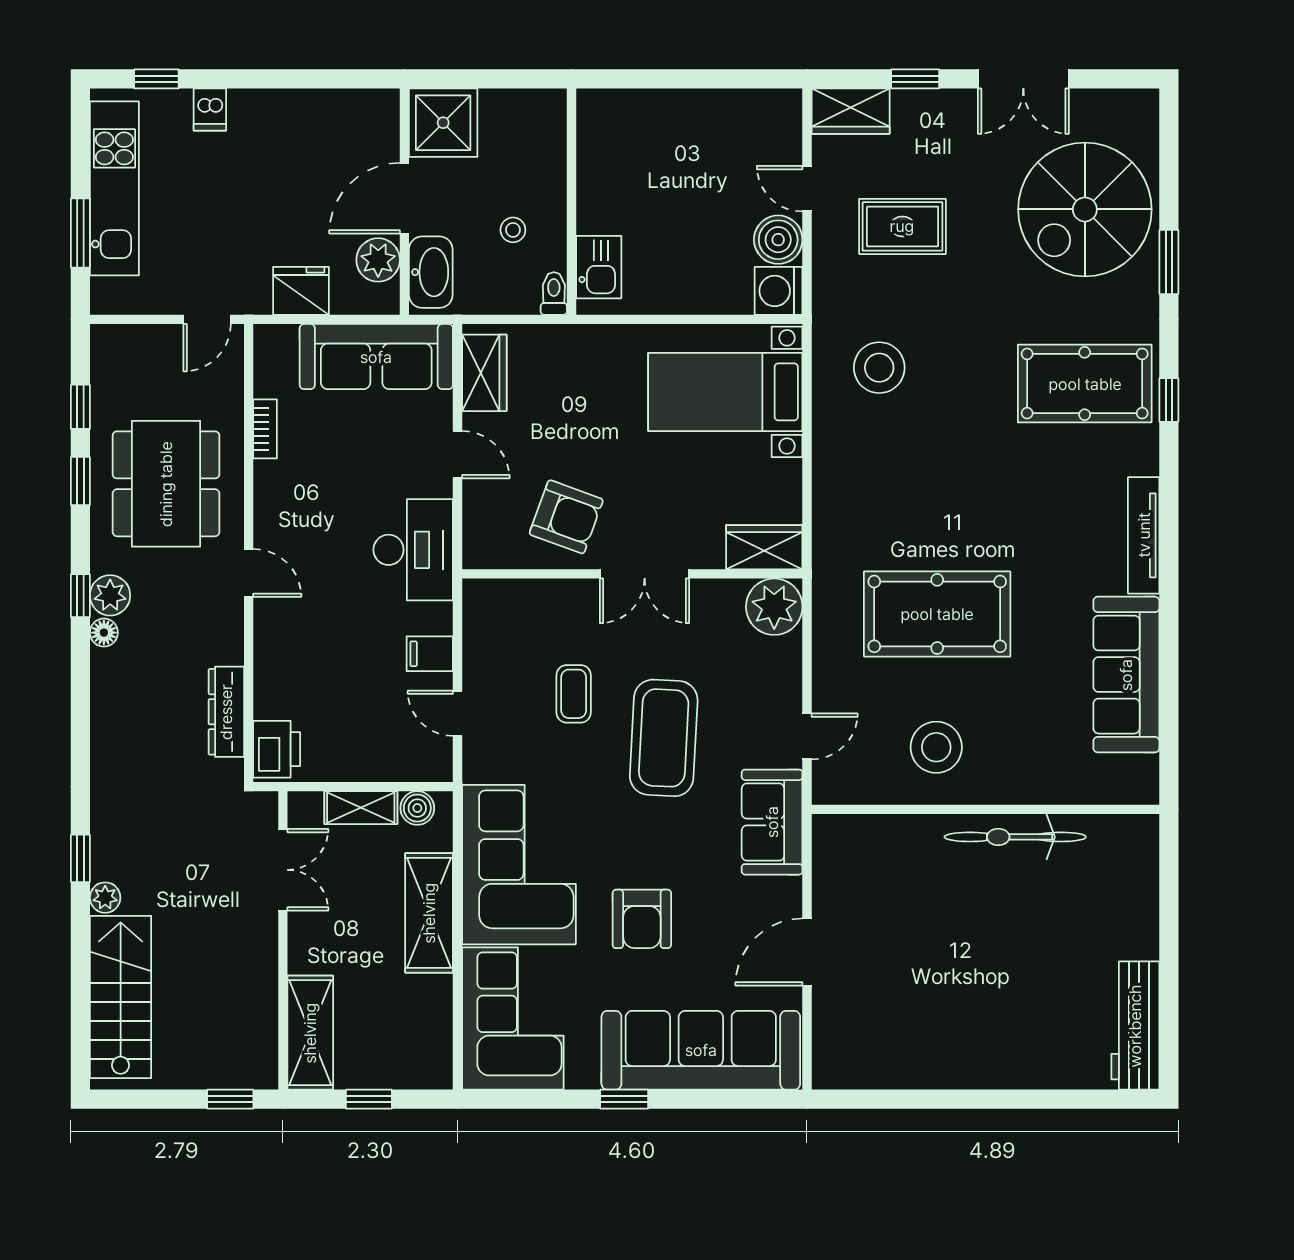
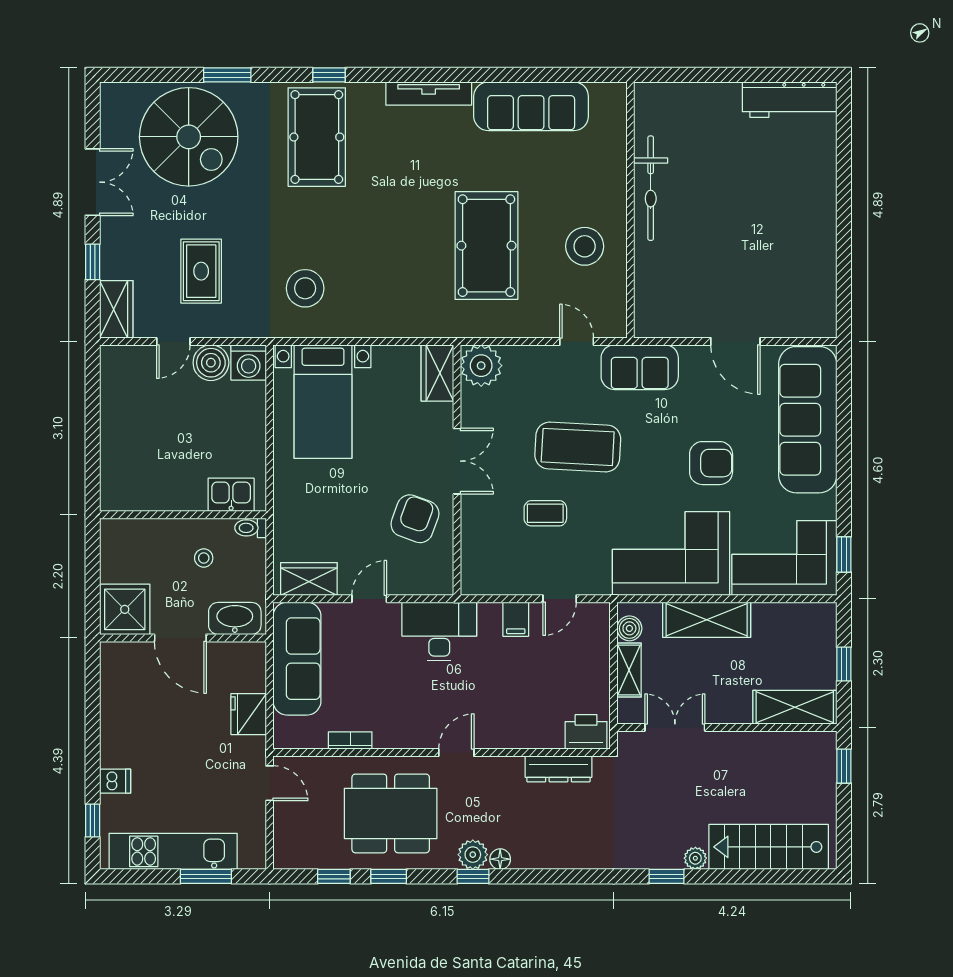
plant: (378, 260) -> (226, 657), removed
window: (624, 1099) -> (844, 554), moved

